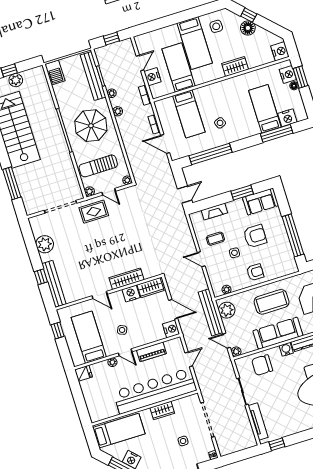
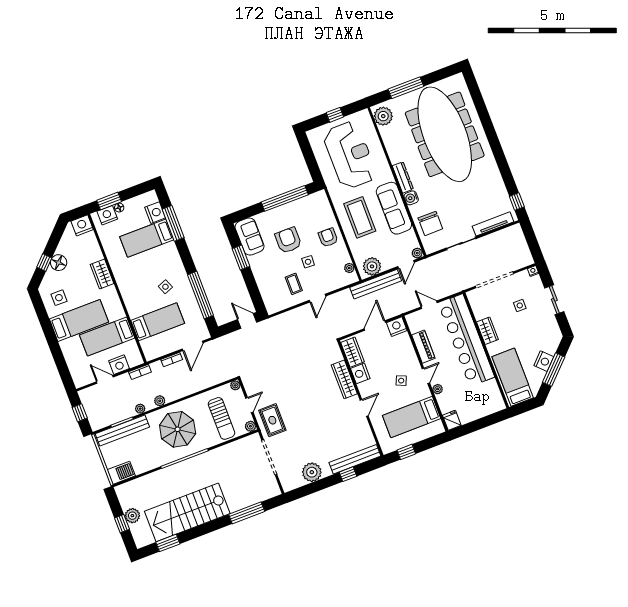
fireplace: (214, 212) -> (264, 287), removed

